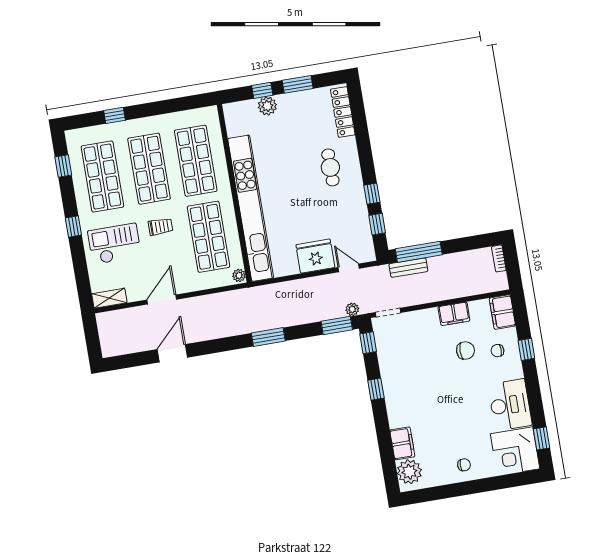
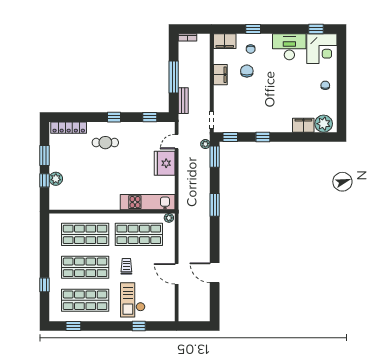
window: (372, 194) -> (114, 117), moved
kitchen unit: (251, 208) -> (148, 202), width x0.54
window: (73, 226) -> (139, 326), moved
window: (419, 252) -> (174, 77), moved
shelving: (109, 298) -> (170, 310), removed

